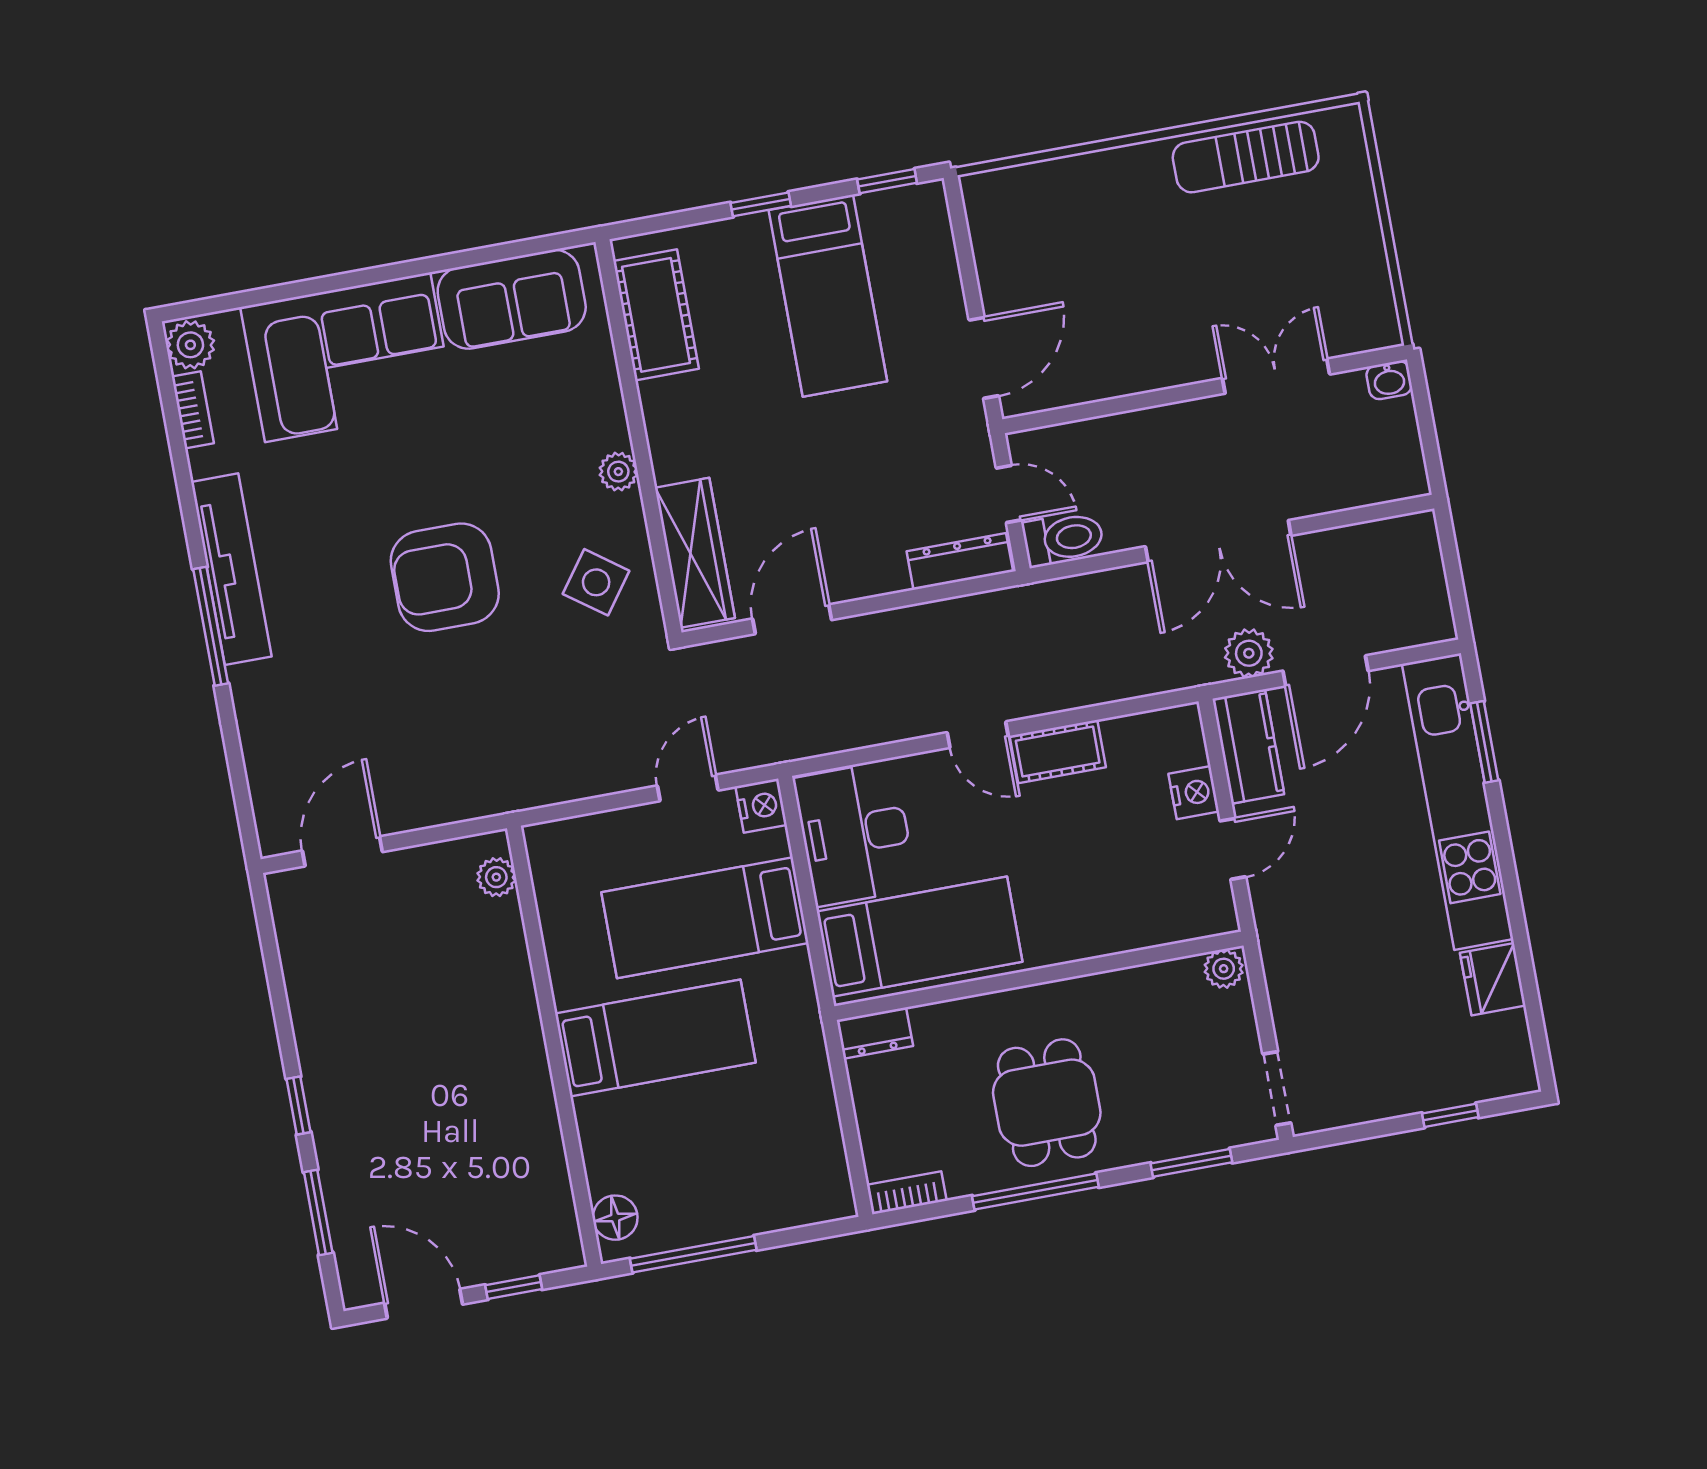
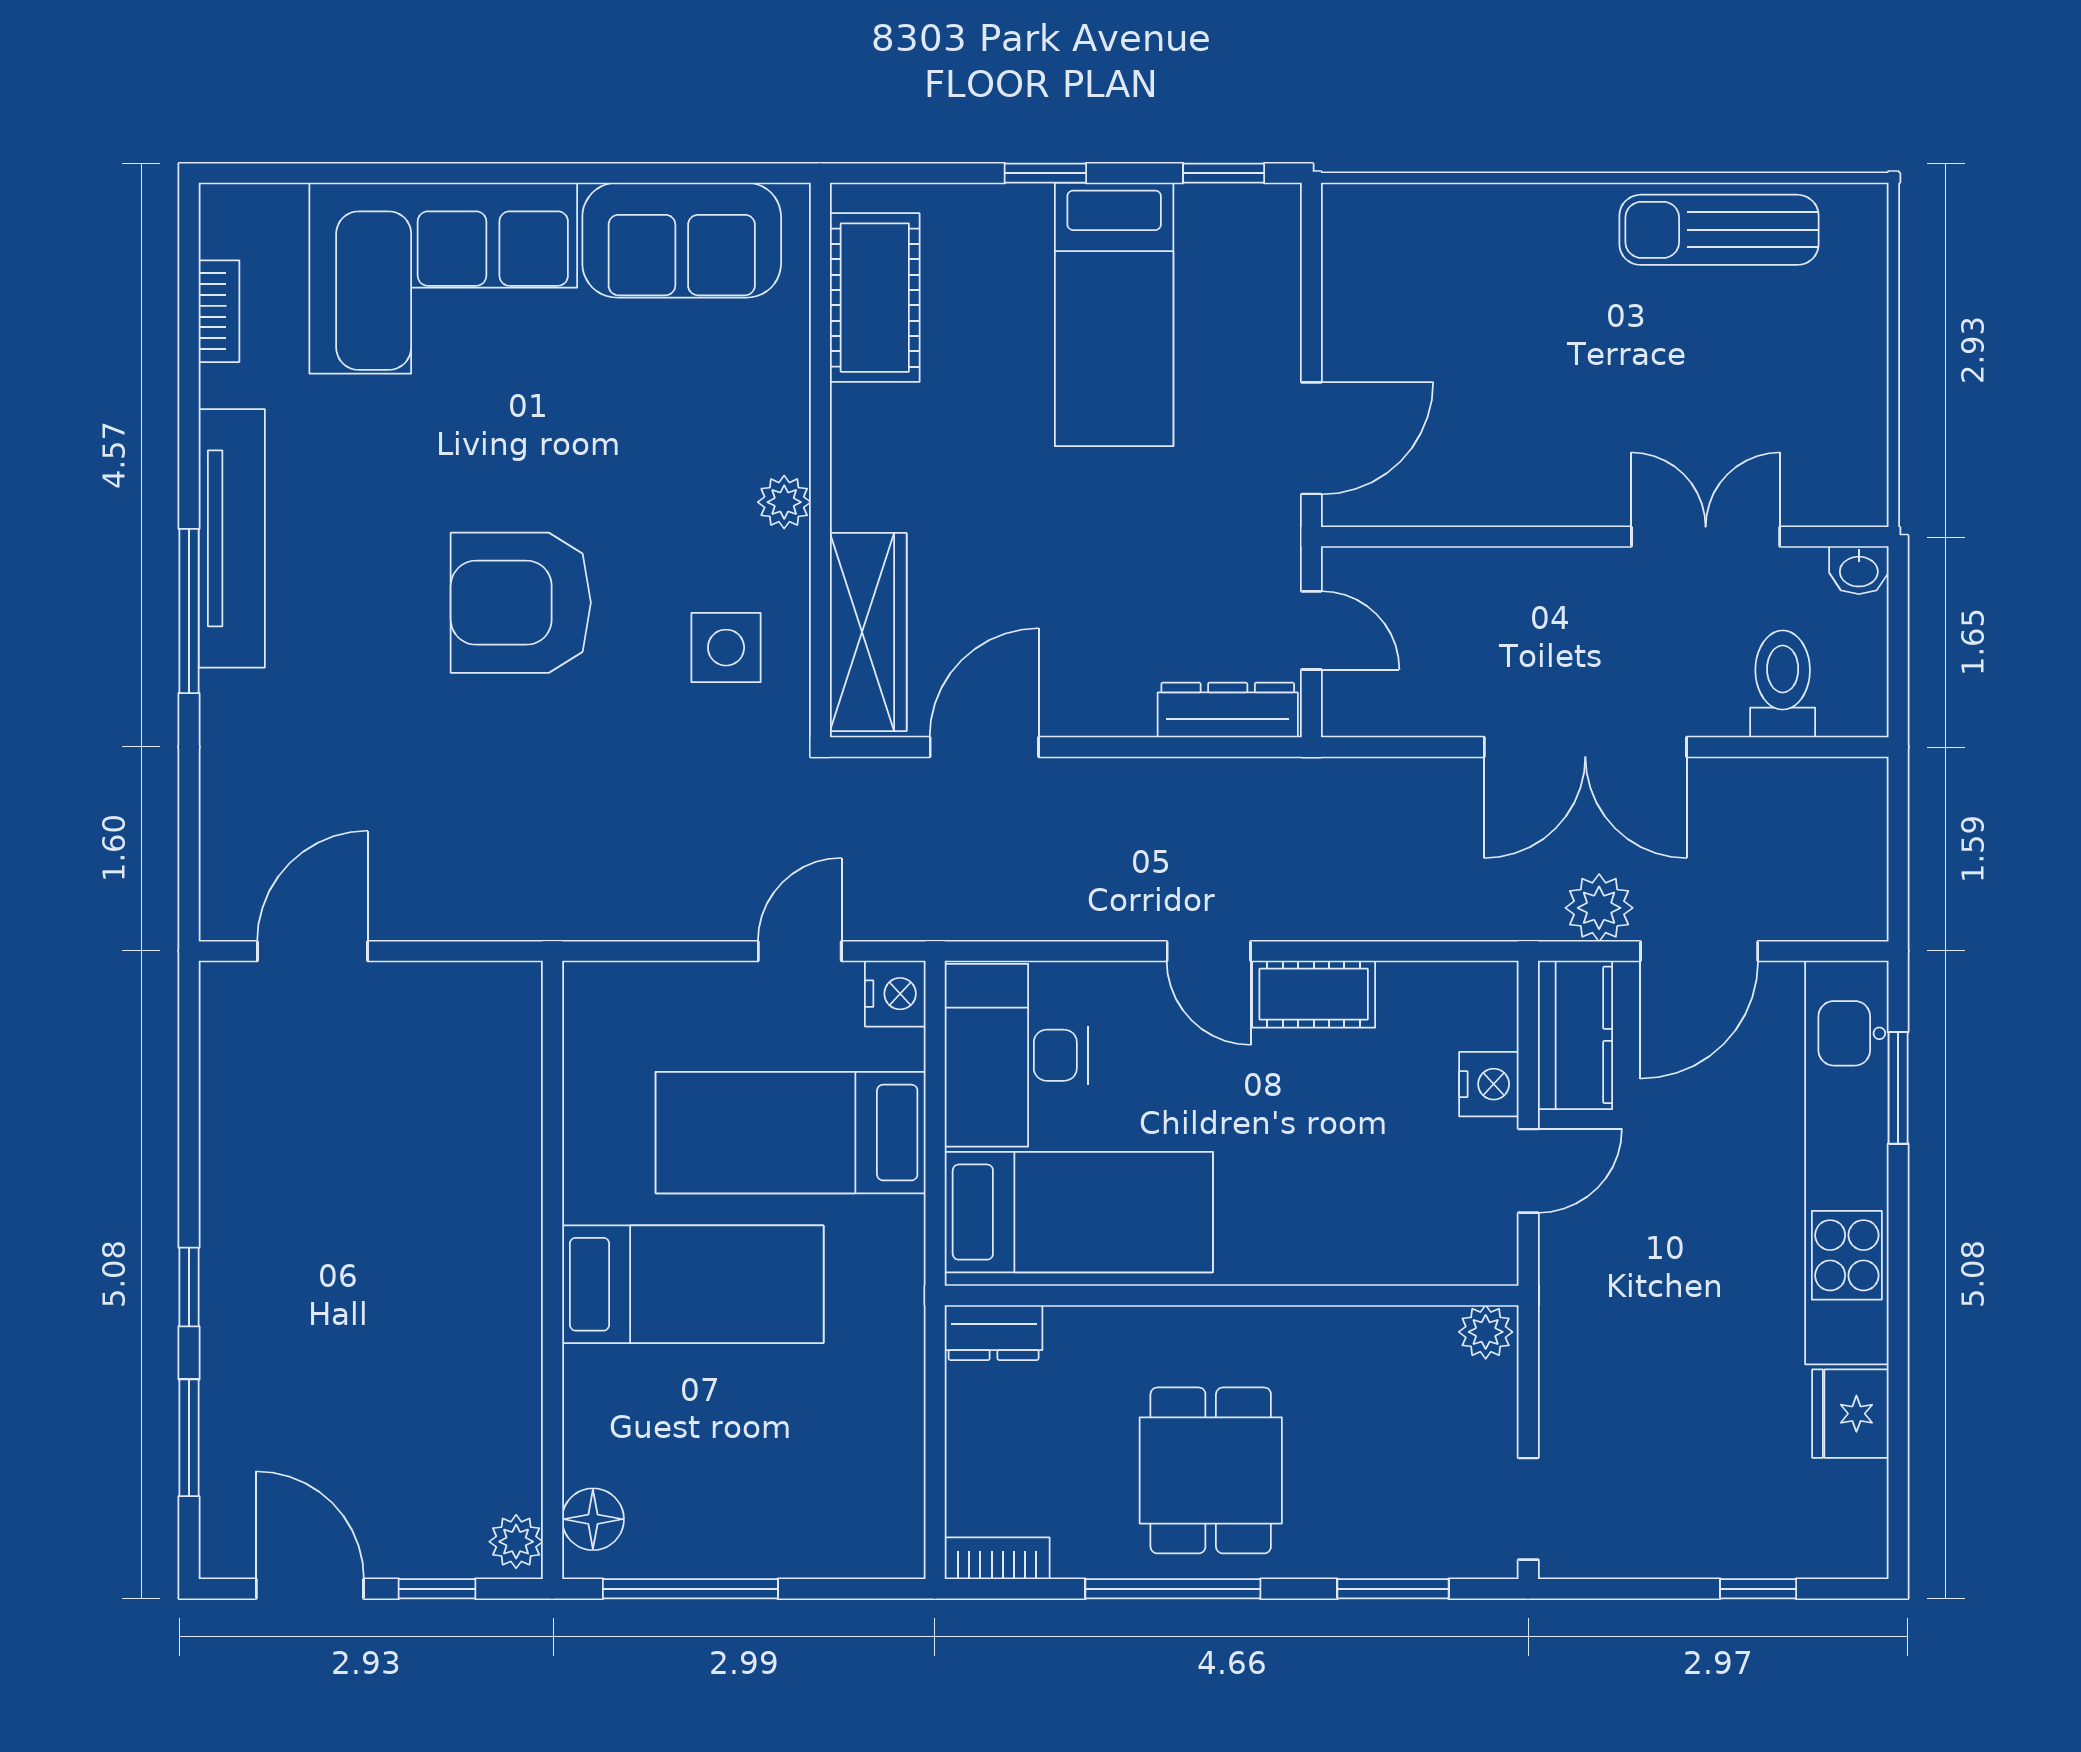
plant: (190, 345) -> (232, 222), removed
toilet: (1063, 539) -> (1783, 684), moved, turned -90
side table: (596, 582) -> (726, 648), turned -36
plant: (496, 877) -> (516, 1542), moved

